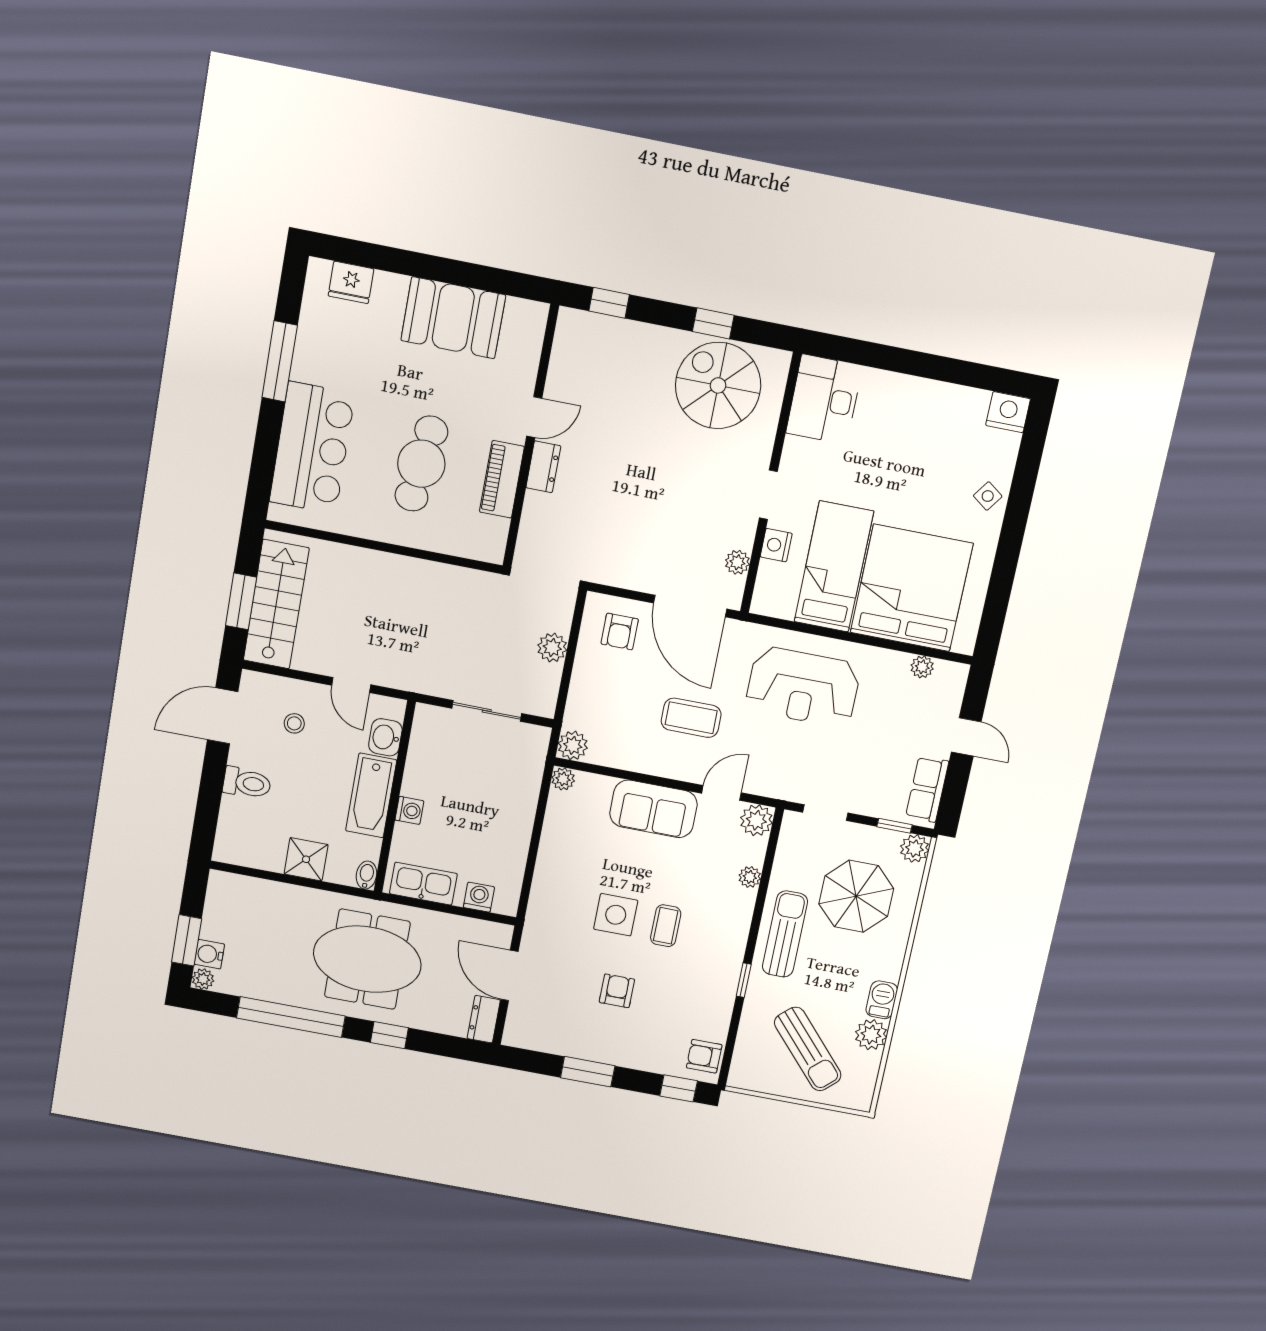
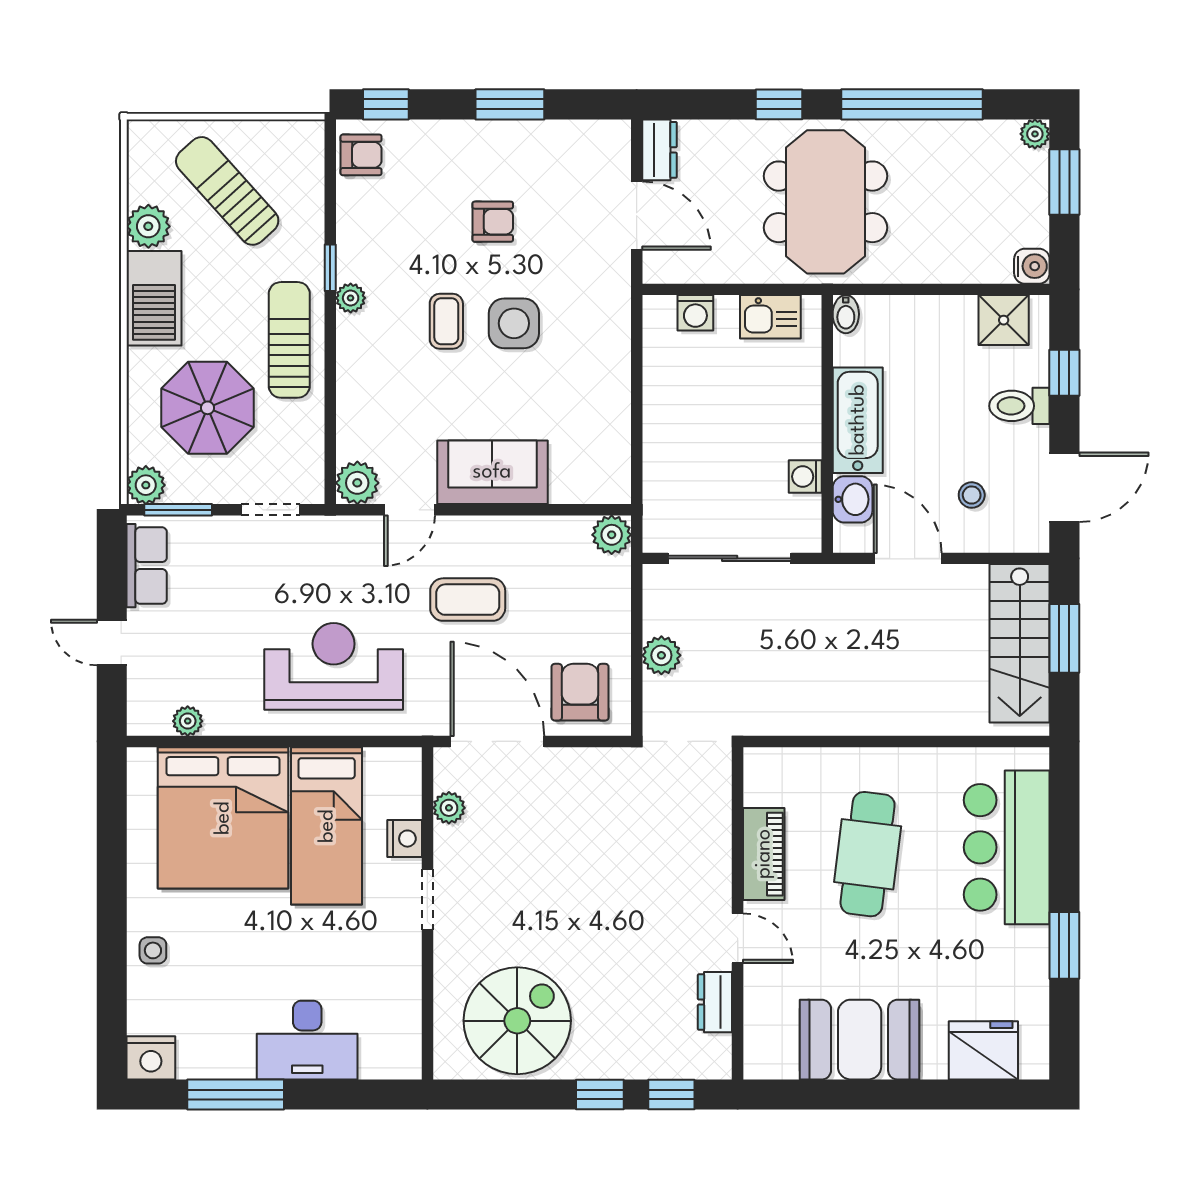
fridge: (351, 282) -> (983, 1050), width x1.36, depth x1.34
window: (713, 323) -> (600, 1095), moved
window: (280, 361) -> (1064, 945), width x0.69
window: (949, 370) -> (236, 1095), added
spiral stairs: (718, 385) -> (517, 1021), turned -90
desk: (824, 399) -> (307, 1040), moved, turned 90
door: (534, 417) -> (738, 938), swing flipped
dresser: (543, 467) -> (715, 1002), moved
side table: (988, 496) -> (153, 950), turned -36
armchair: (620, 631) -> (580, 692), width x1.38, depth x1.38
door: (351, 685) -> (908, 558), width x1.38
sliding door: (487, 711) -> (730, 558), width x1.37
plant: (563, 779) -> (616, 489), removed
window: (209, 801) -> (1064, 373), added
washing machine: (409, 810) -> (805, 477), moved
window: (894, 826) -> (178, 510), width x1.50
shower: (306, 859) -> (1004, 320), moved
plant: (750, 877) -> (351, 298), moved
kitchen sink: (423, 884) -> (770, 317), width x0.73
sun lounger: (785, 934) -> (289, 340), turned 180
water cooler: (209, 954) -> (1032, 266), moved
meeting table: (367, 959) -> (826, 202), turned 90
armchair: (617, 991) -> (493, 222), turned -90
barbecue: (882, 1000) -> (154, 298), width x1.88, depth x1.53

